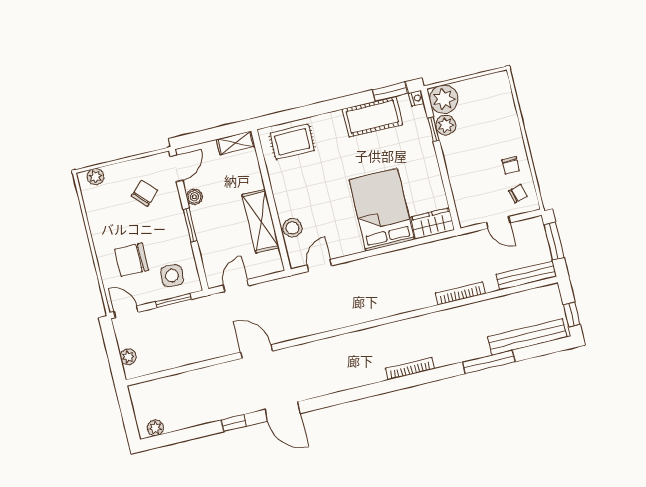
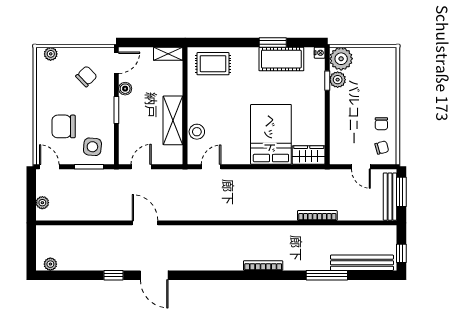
window: (390, 92) -> (273, 43), moved
bench: (526, 275) -> (390, 197), moved, turned 90

